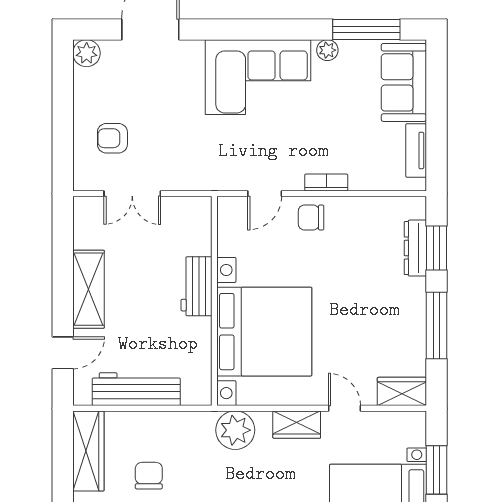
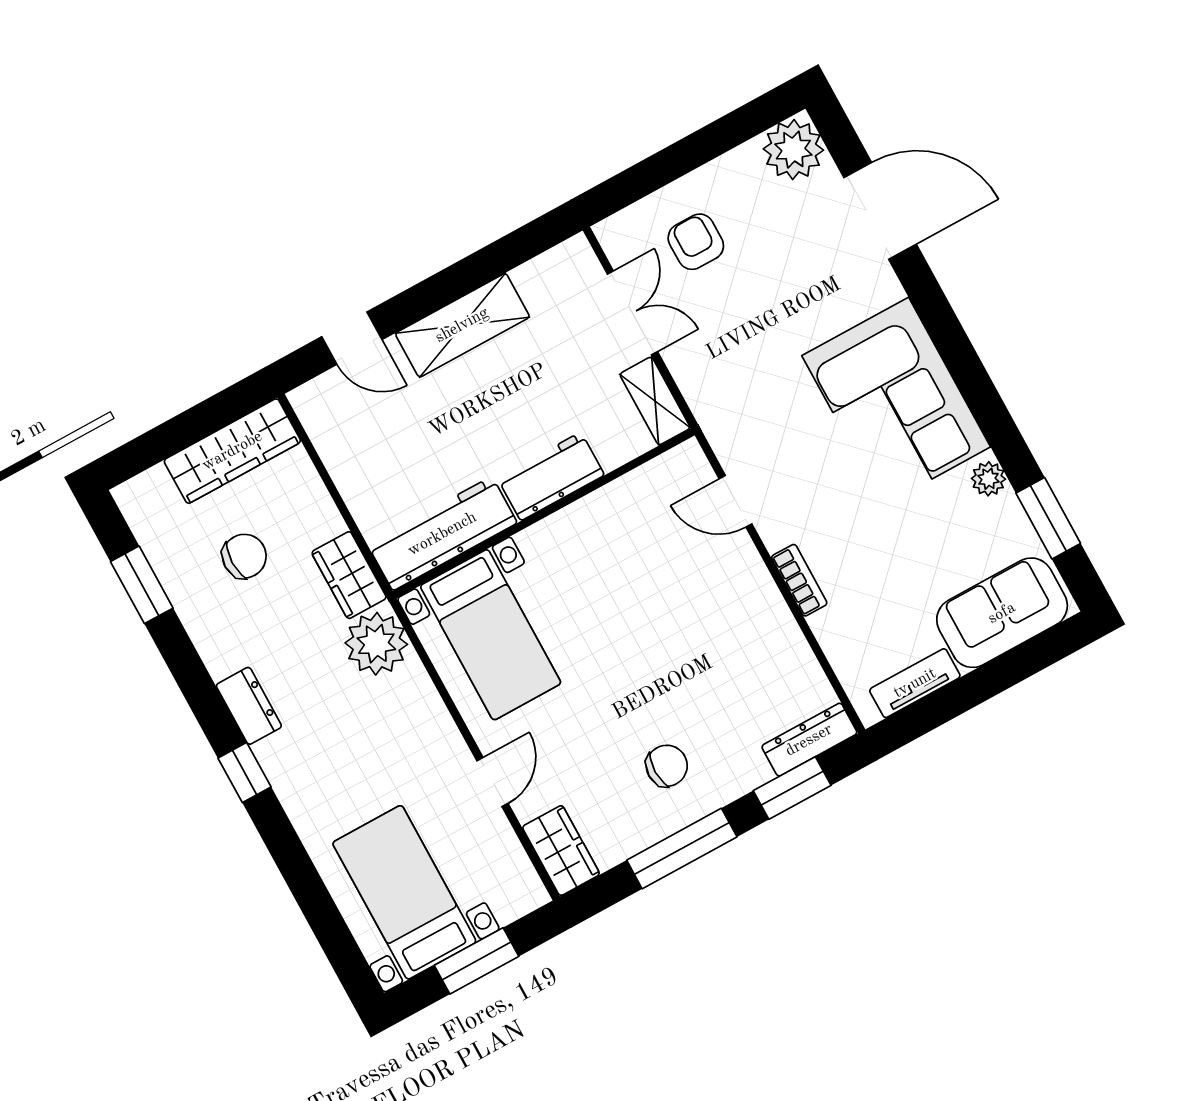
window: (366, 29) -> (1048, 518), width x0.69
plant: (87, 53) -> (793, 150), width x1.36, depth x1.36
double door: (132, 194) -> (632, 313), swing flipped
shelving: (187, 207) -> (655, 401), added
chair: (311, 218) -> (667, 766), moved, turned 90
dresser: (415, 248) -> (809, 740), moved
bed with nightstands: (264, 332) -> (491, 635), width x0.54
workbench: (136, 389) -> (442, 534), moved, turned -90
wardrobe: (297, 425) -> (349, 575), moved

